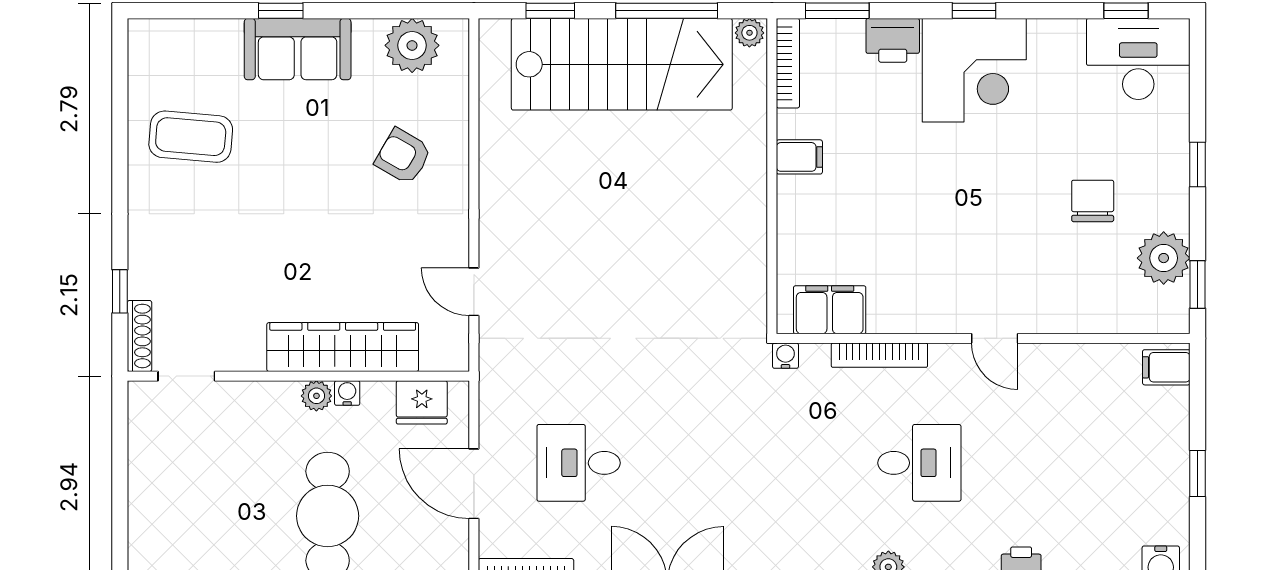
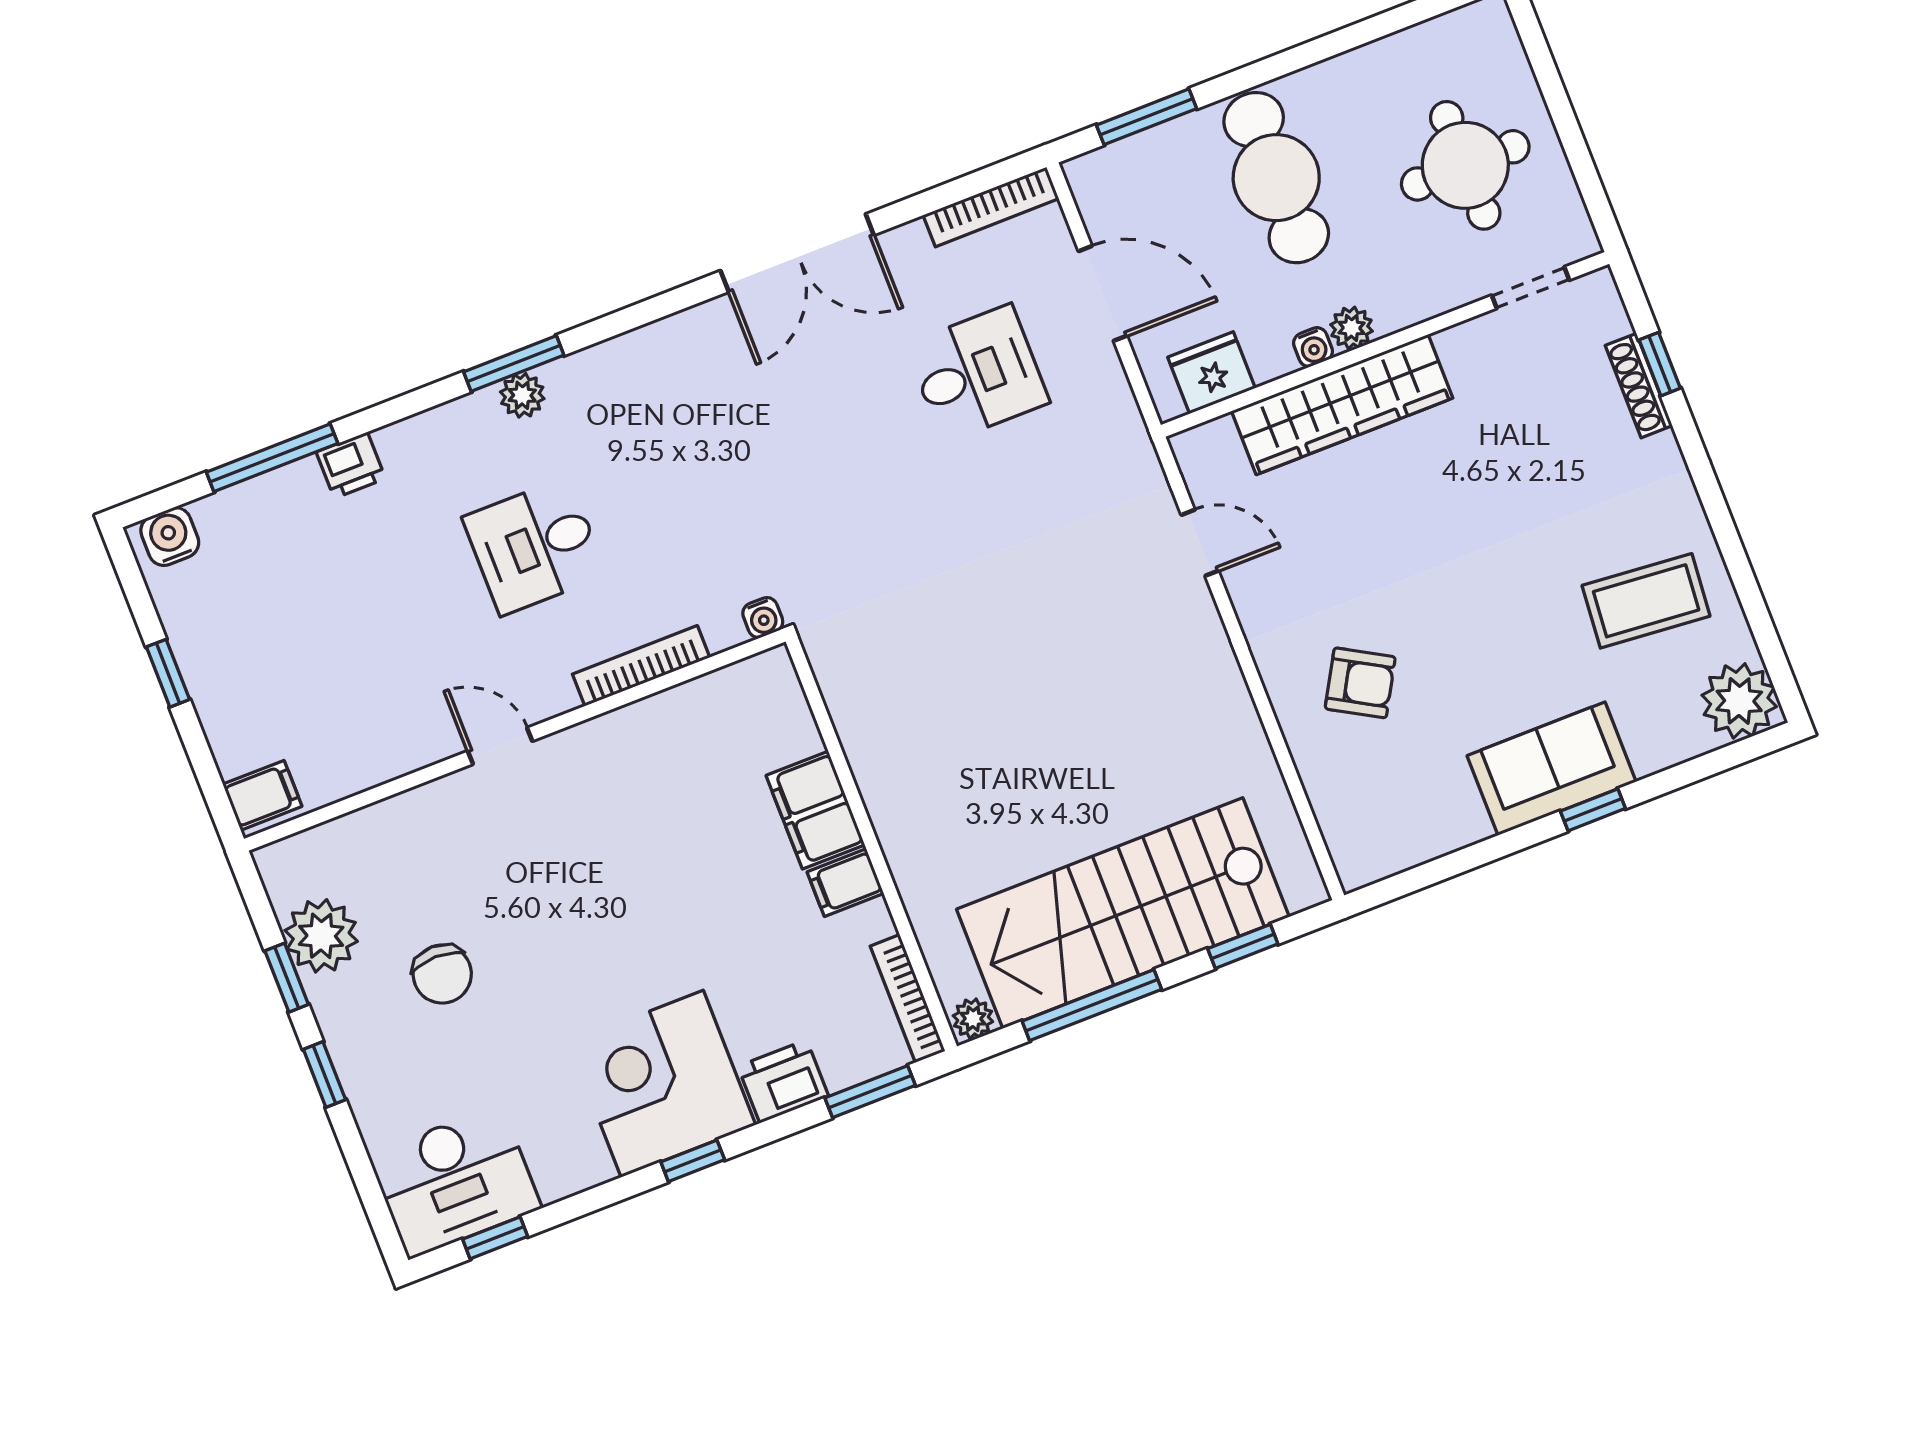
plant: (412, 45) -> (1739, 701), moved
window: (1198, 284) -> (287, 978), moved
filing cabinet: (830, 310) -> (815, 810), moved, turned 90
shoe rack: (139, 336) -> (1639, 386), moved
round table: (198, 475) -> (1465, 165), added

